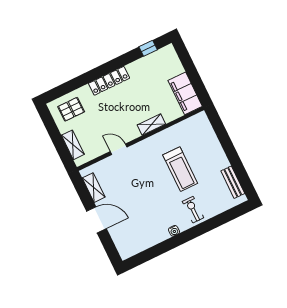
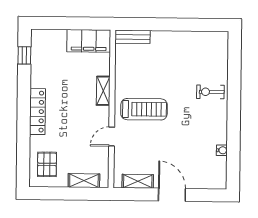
treadmill: (180, 169) -> (144, 109), moved
bench: (233, 182) -> (133, 37), moved
door: (96, 220) -> (172, 195), hinge flipped
water cooler: (174, 231) -> (222, 150), moved

